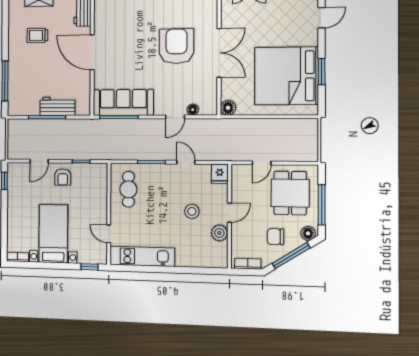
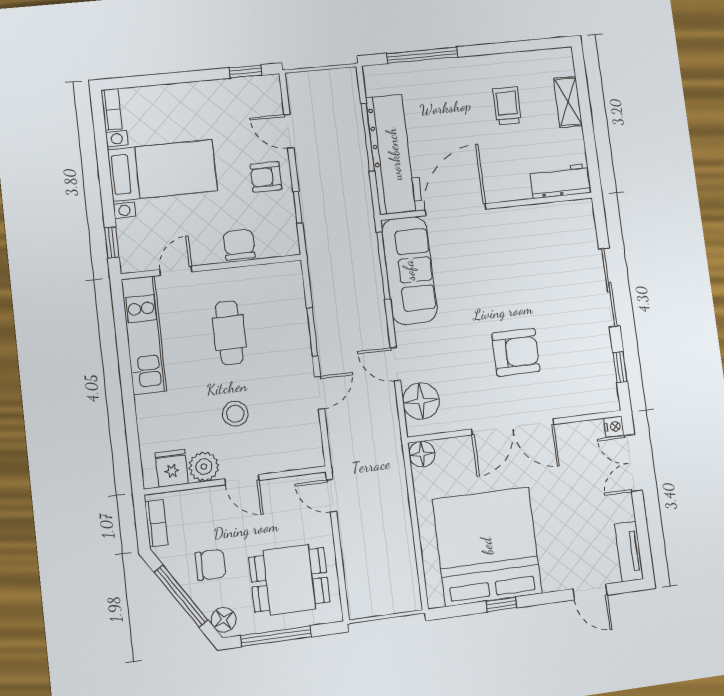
armchair: (176, 46) -> (516, 352), width x0.73, depth x0.73
door: (92, 52) -> (456, 210), moved
window: (322, 72) -> (501, 604), width x0.67
workbench: (57, 106) -> (394, 154), width x1.88, depth x1.32
floor lamp: (193, 110) -> (421, 401), width x1.89, depth x1.89
door: (262, 163) -> (332, 496), moved
fridge: (220, 174) -> (172, 468), moved, turned 90
cafe table: (128, 189) -> (229, 333), moved, turned 90
chair: (98, 197) -> (239, 245), added
chair: (275, 237) -> (210, 565), turned 90

